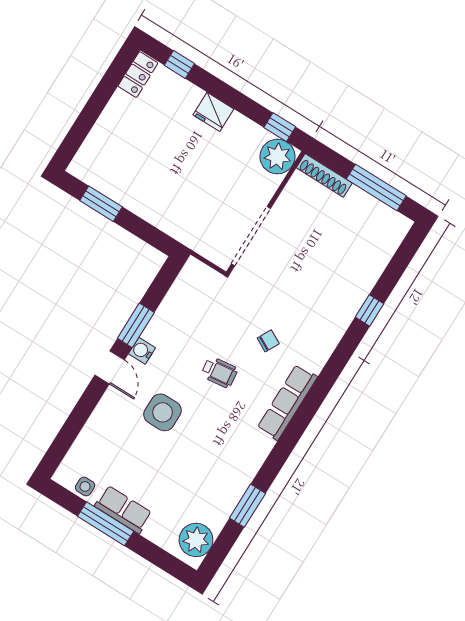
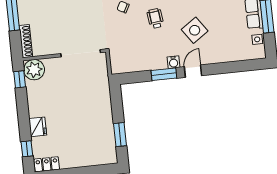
fridge: (213, 112) -> (38, 127), moved
side table: (163, 412) -> (195, 30), turned -35

